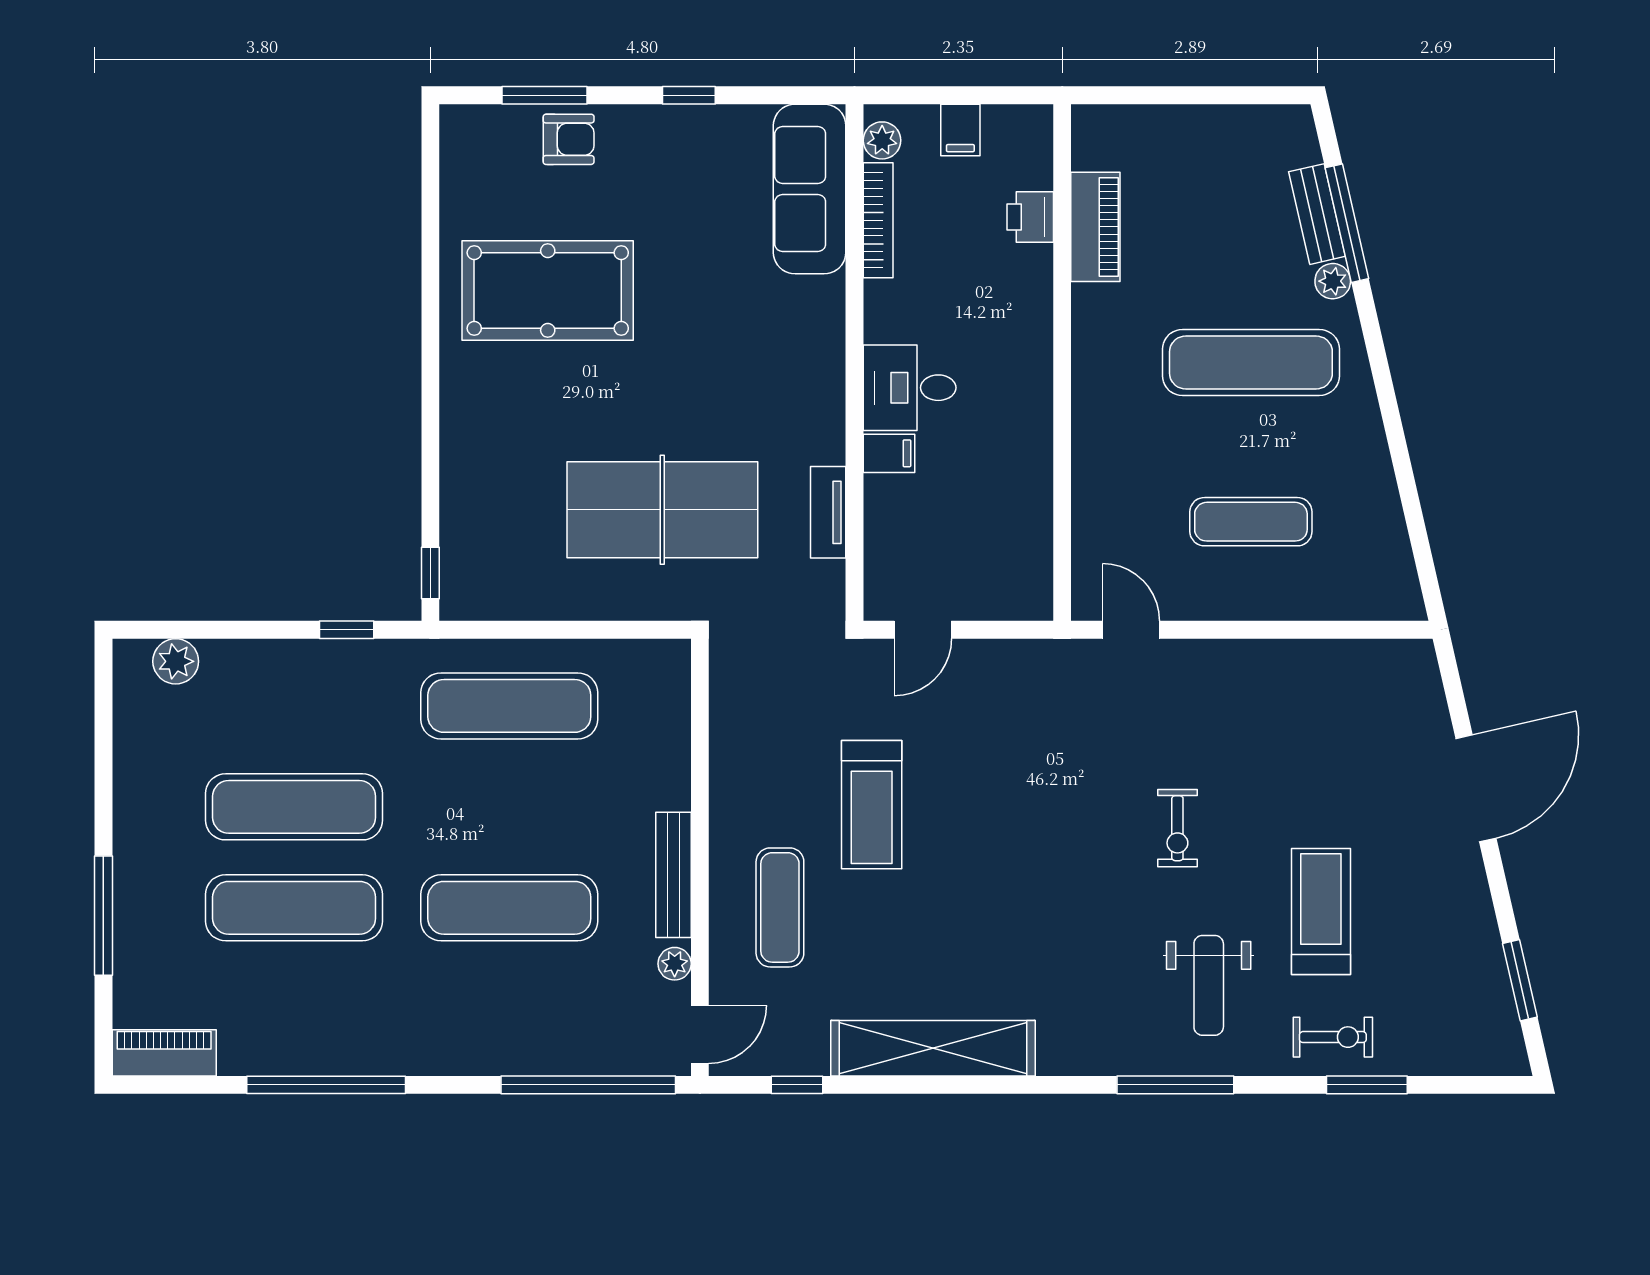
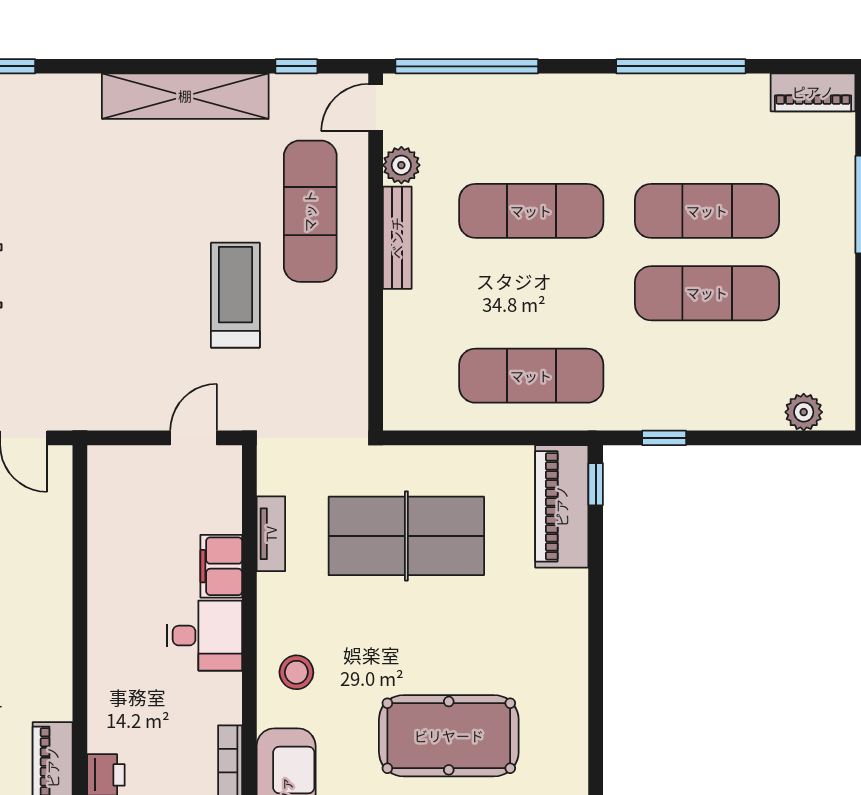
pool table: (548, 291) -> (449, 736), moved
stool: (797, 343) -> (296, 672), added
filing cabinet: (889, 453) -> (221, 566), width x2.00
piano: (472, 546) -> (562, 506), added
exercise mat: (780, 907) -> (310, 211), width x1.36, depth x1.45
plant: (675, 964) -> (401, 165), width x1.38, depth x1.38

